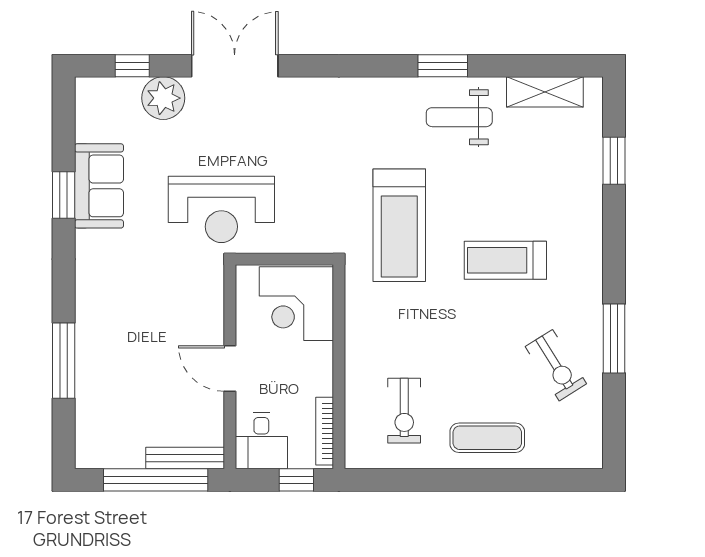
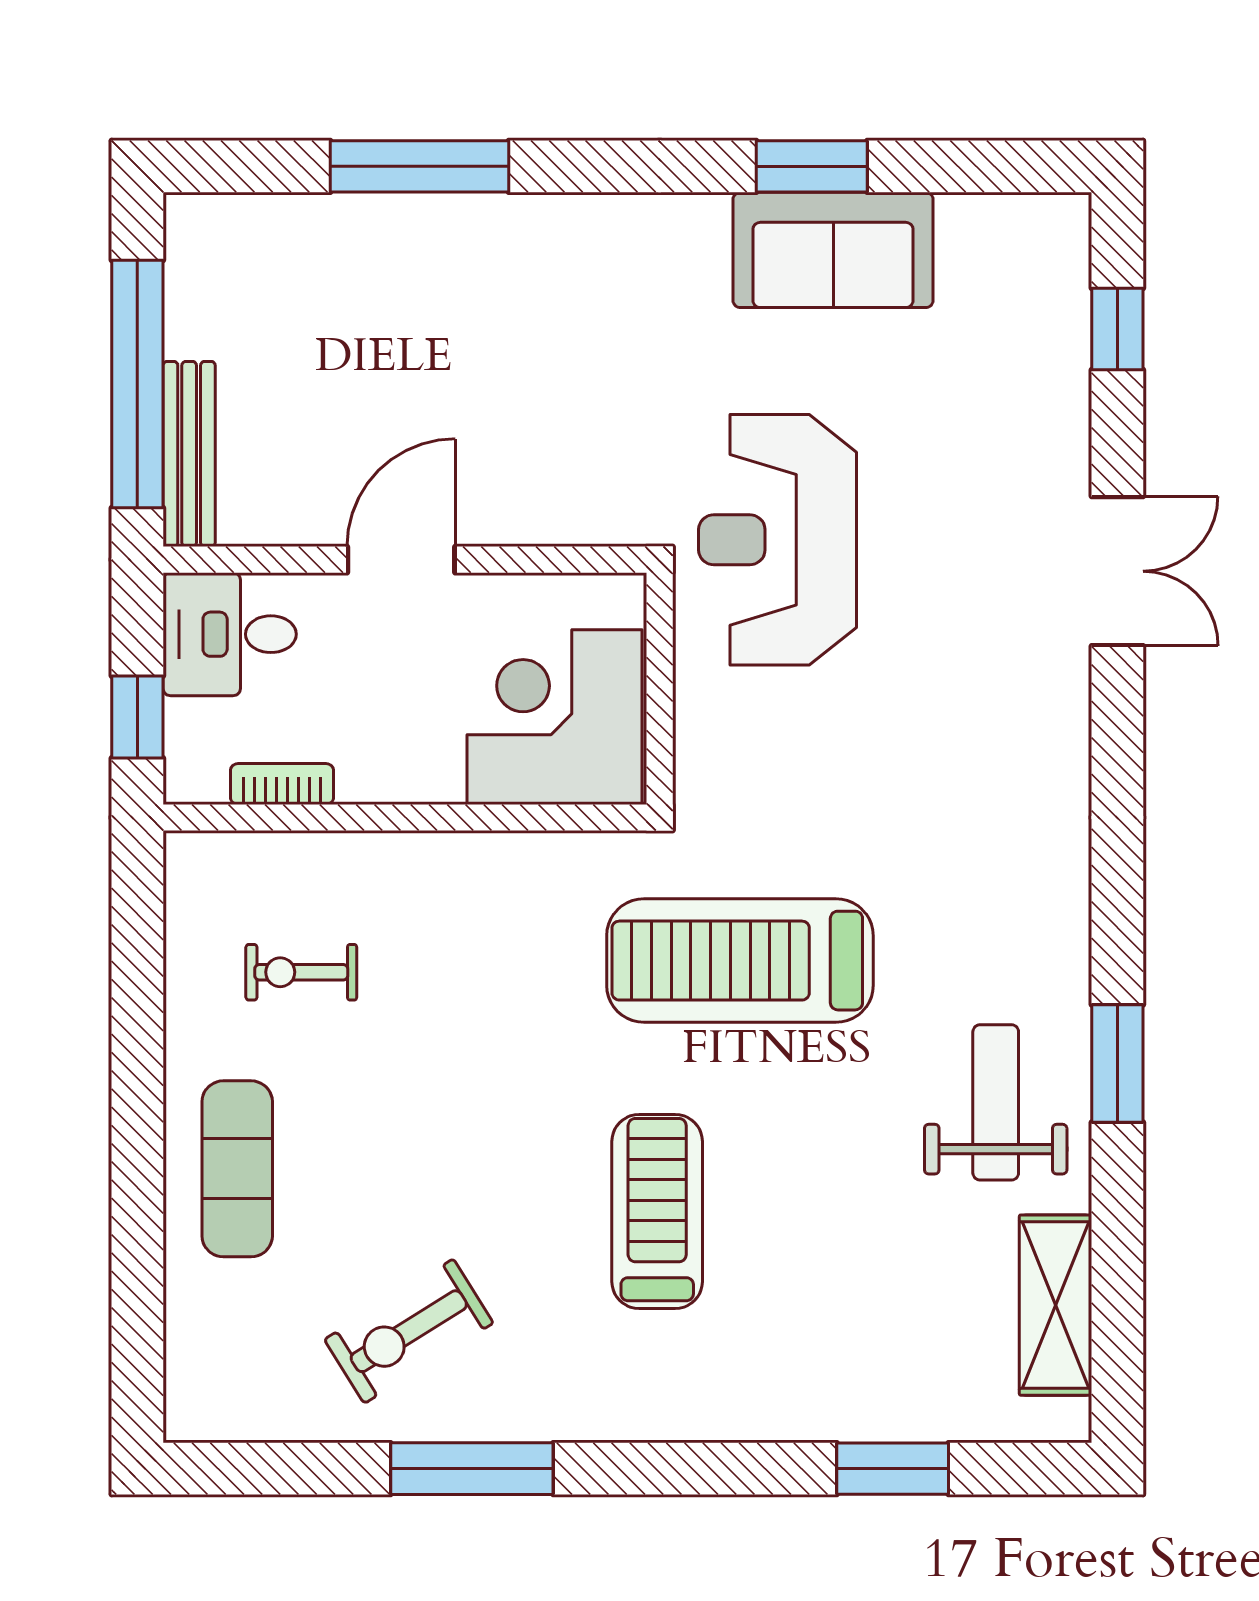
double door: (235, 66) -> (1117, 571), width x0.73
plant: (163, 98) -> (1041, 402), removed
exercise bike: (404, 411) -> (301, 972), width x0.73, depth x0.72
bookcase: (325, 431) -> (282, 784), width x0.64

